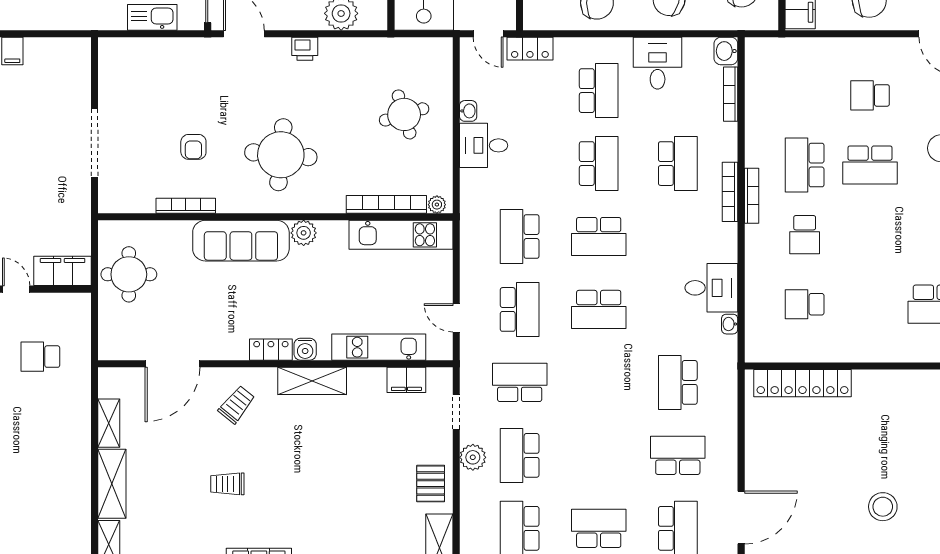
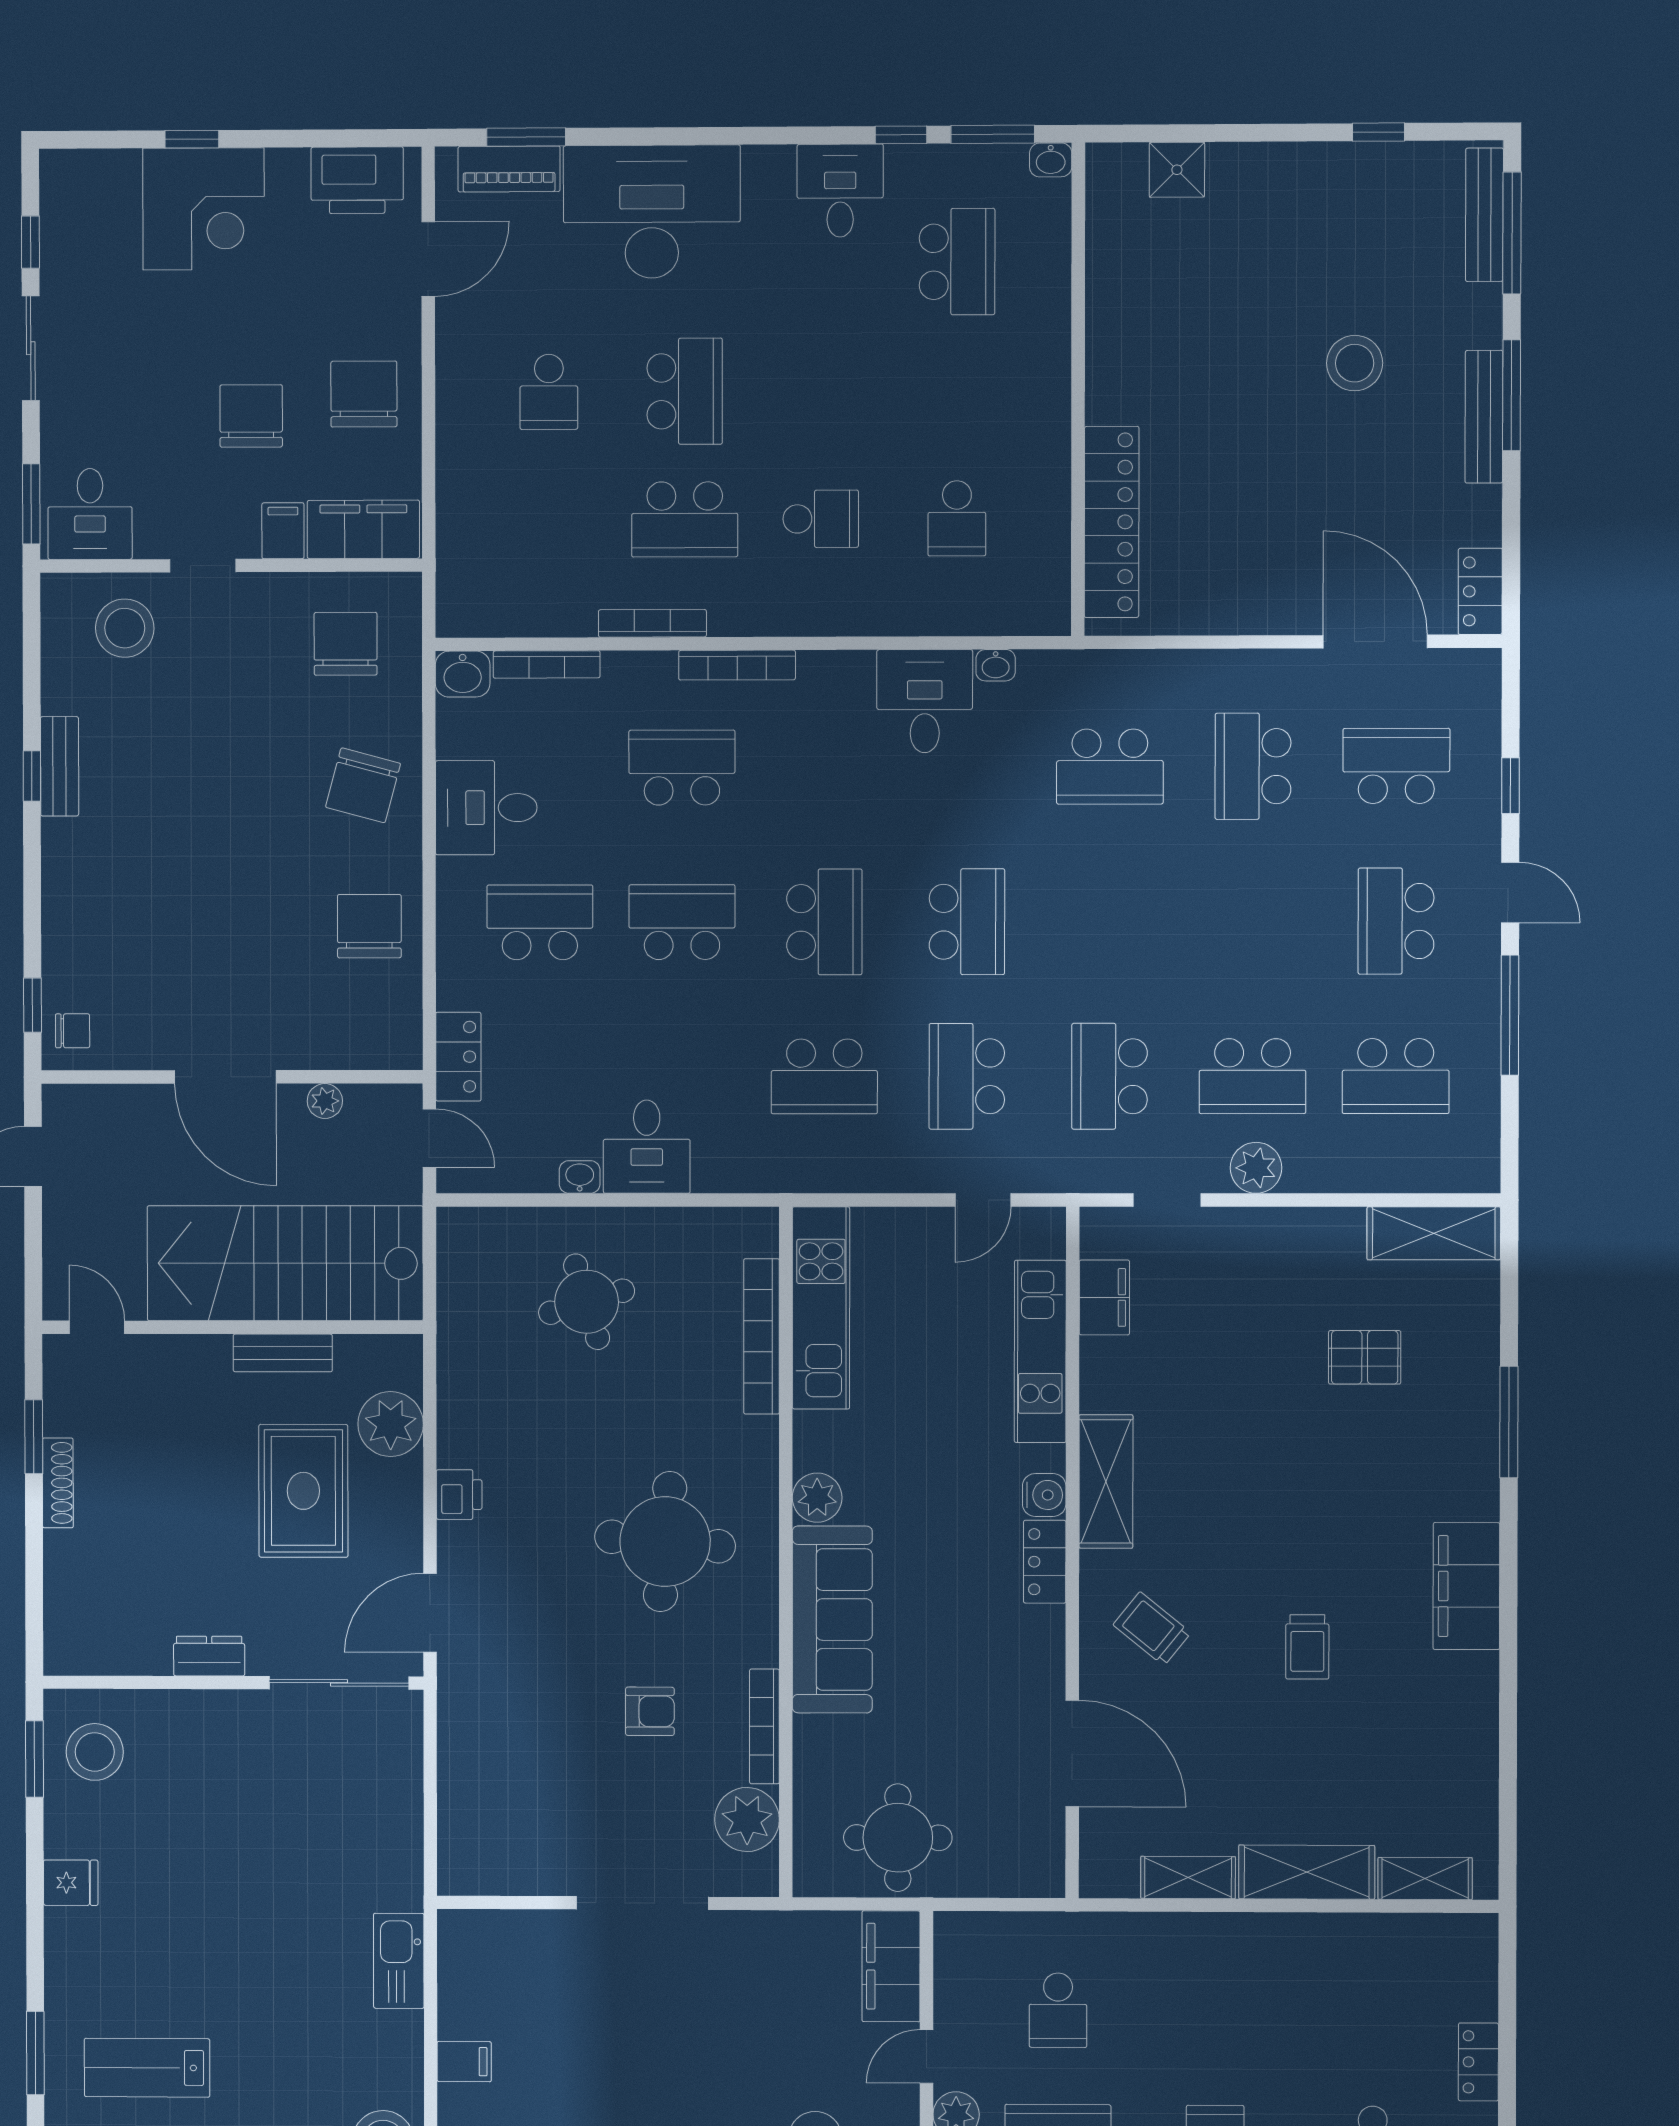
kitchen sink: (152, 17) -> (399, 1961), moved
door: (488, 34) -> (429, 1138), hinge flipped
bookcase: (752, 196) -> (652, 623), moved
plant: (437, 205) -> (747, 1820), moved, width x1.88, depth x1.88
school desk: (520, 309) -> (967, 1076), turned -90
pallet: (431, 484) -> (1365, 1357), moved

